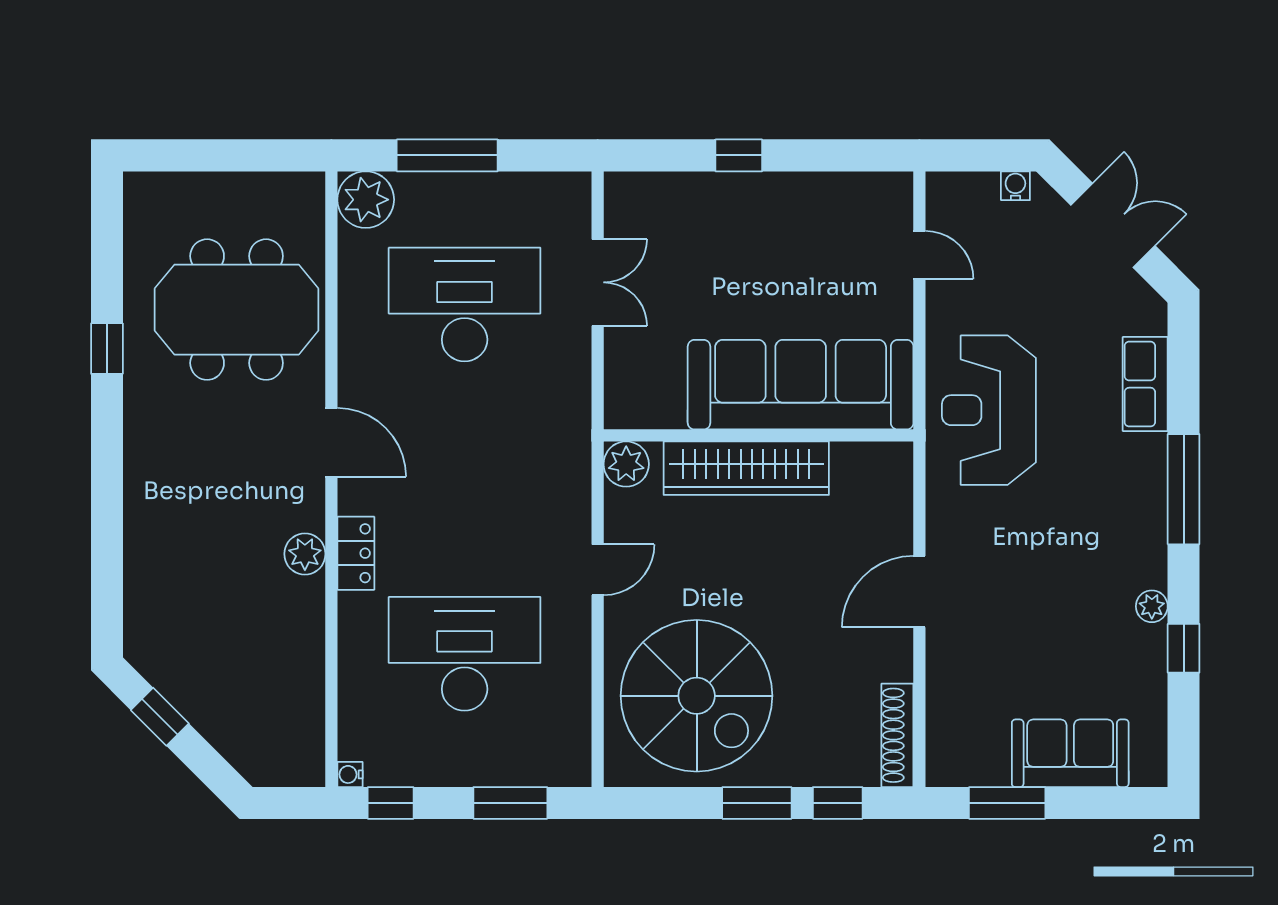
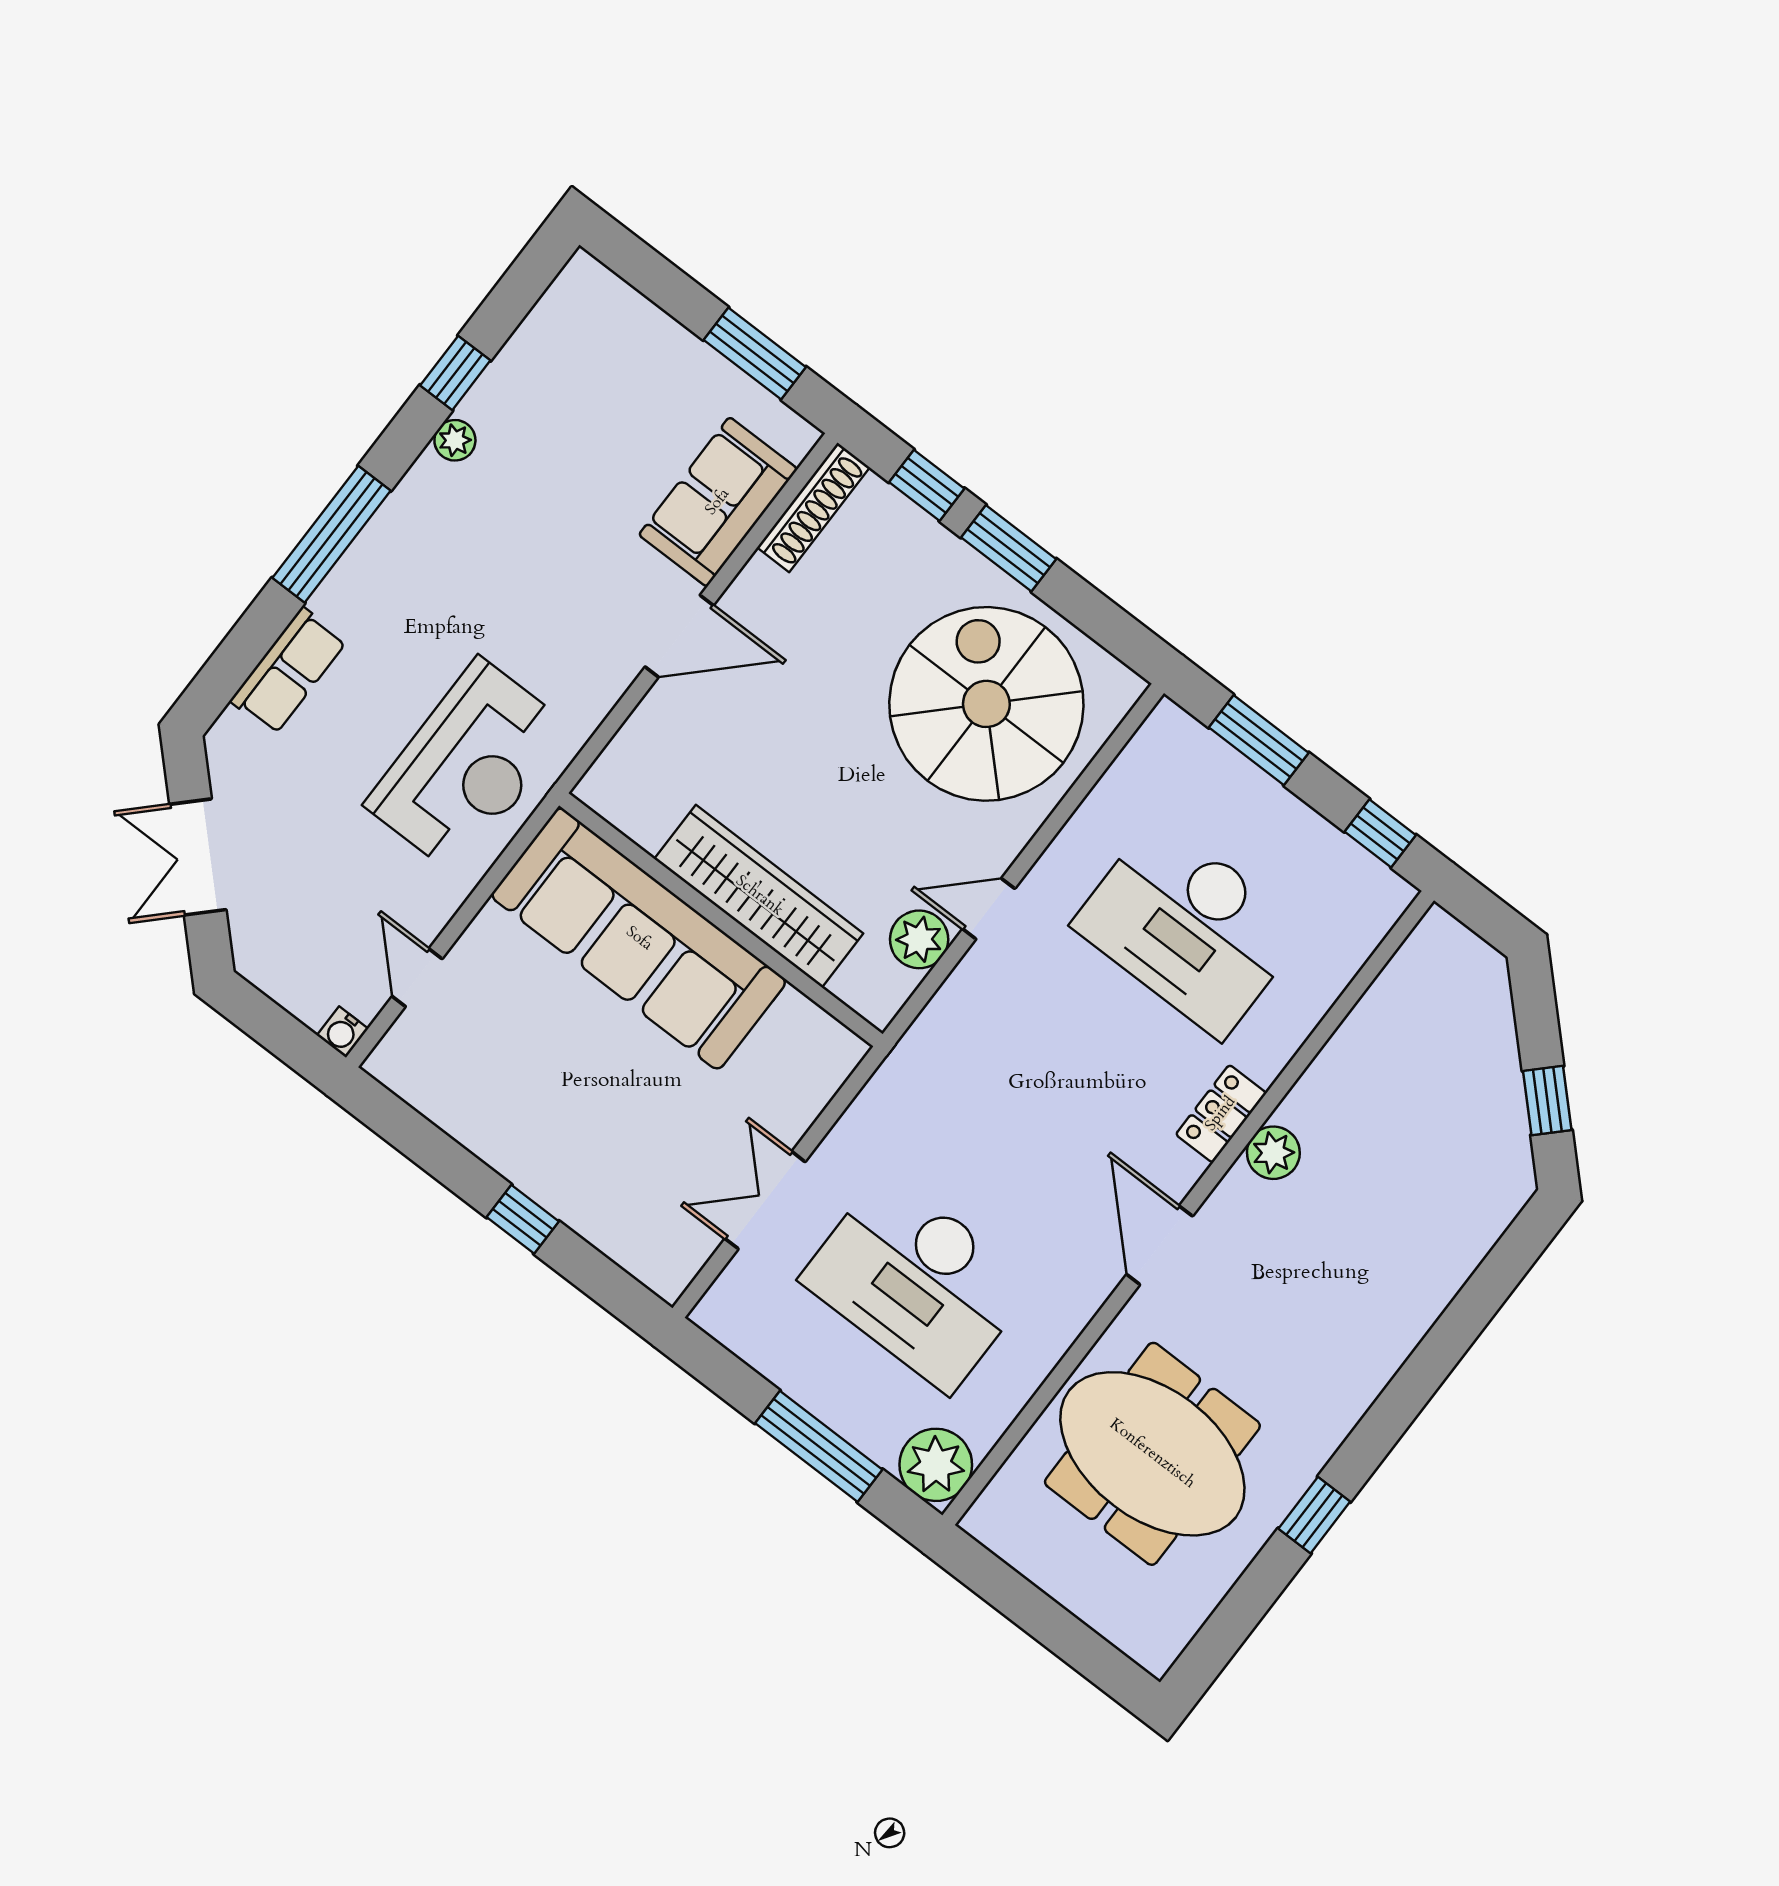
water cooler: (1015, 186) -> (343, 1032), moved
plant: (626, 464) -> (919, 939), moved
sofa: (1070, 753) -> (718, 502), moved, turned 90
water cooler: (350, 774) -> (1399, 894), removed

